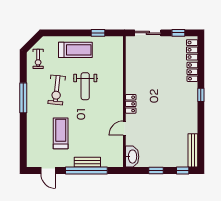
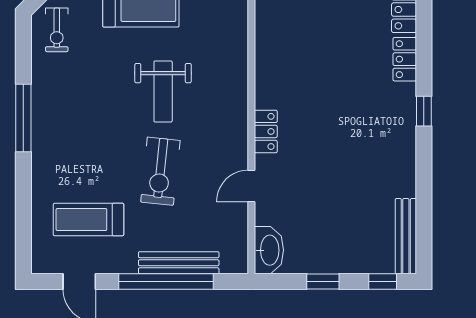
exercise bike: (57, 90) -> (160, 171), moved
treadmill: (61, 133) -> (88, 220), moved, turned -90
bench: (87, 162) -> (179, 263), width x1.36

